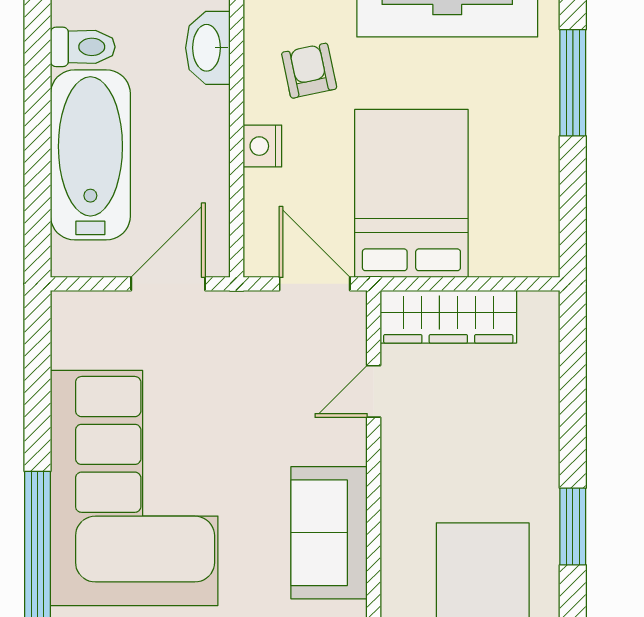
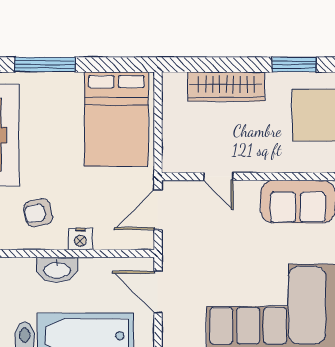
washbasin: (208, 48) -> (57, 270), moved
bed: (411, 193) -> (116, 119), moved, turned -90
wardrobe: (448, 317) -> (226, 87), moved, turned 90

